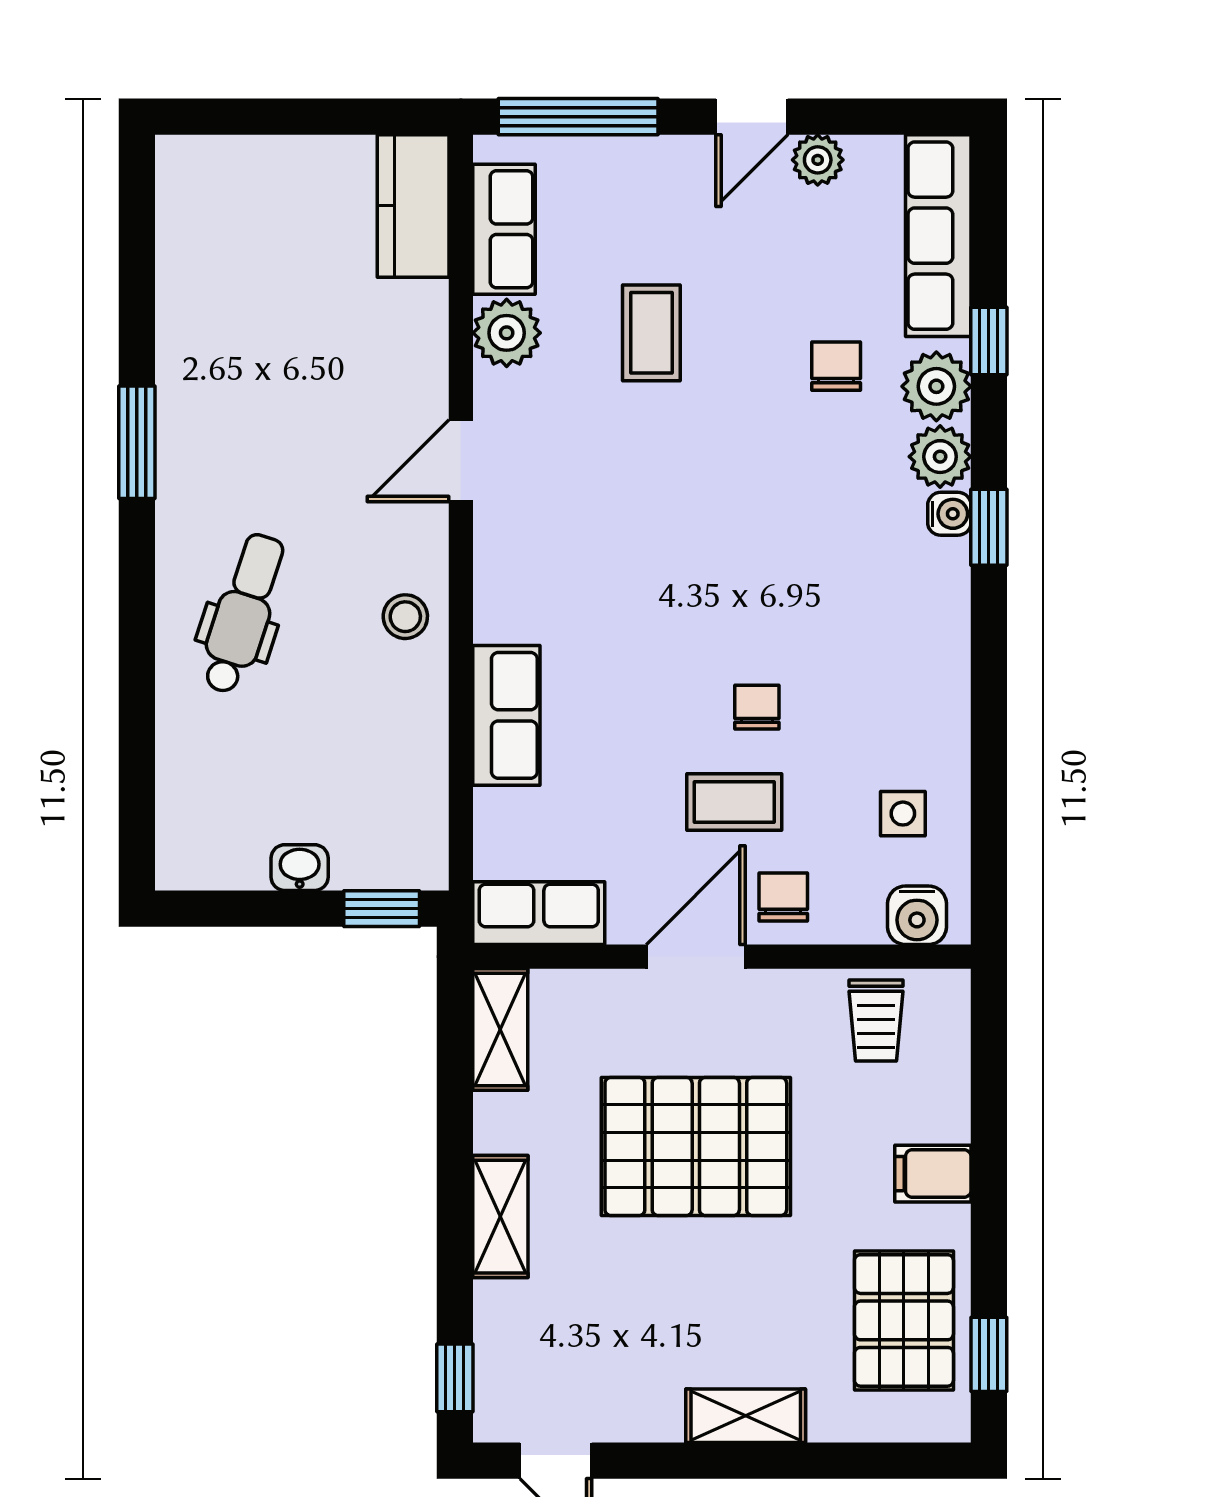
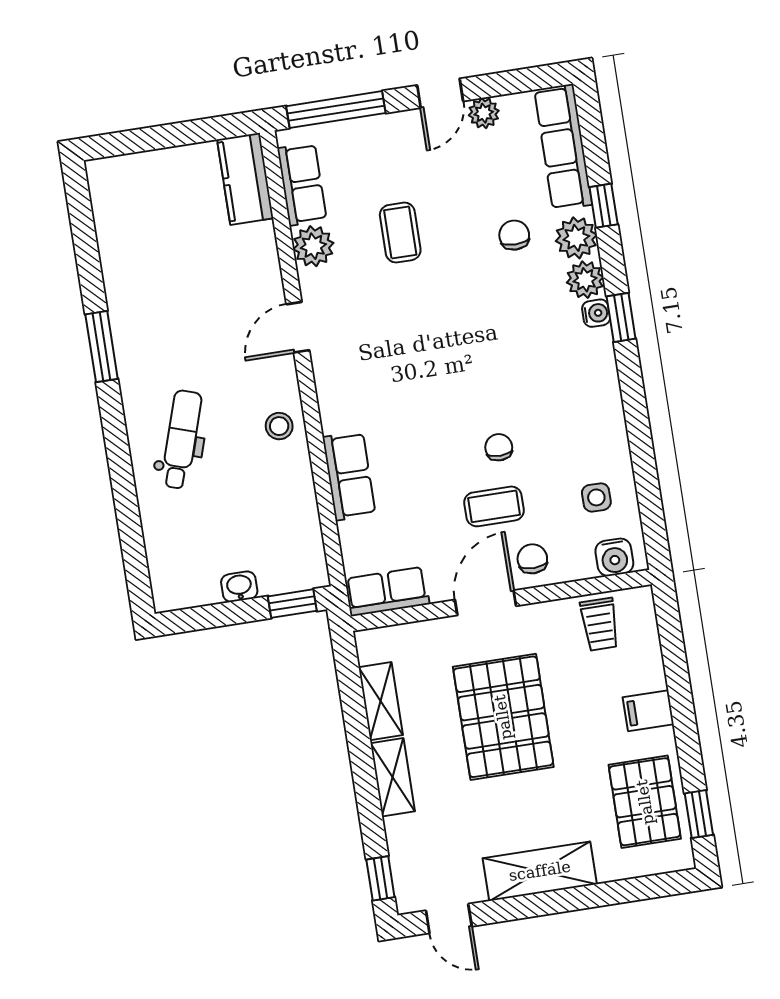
shelving: (500, 1030) -> (381, 701), moved
pallet: (696, 1146) -> (503, 717), turned 90
shelving: (746, 1416) -> (540, 871), width x1.50, depth x1.33

